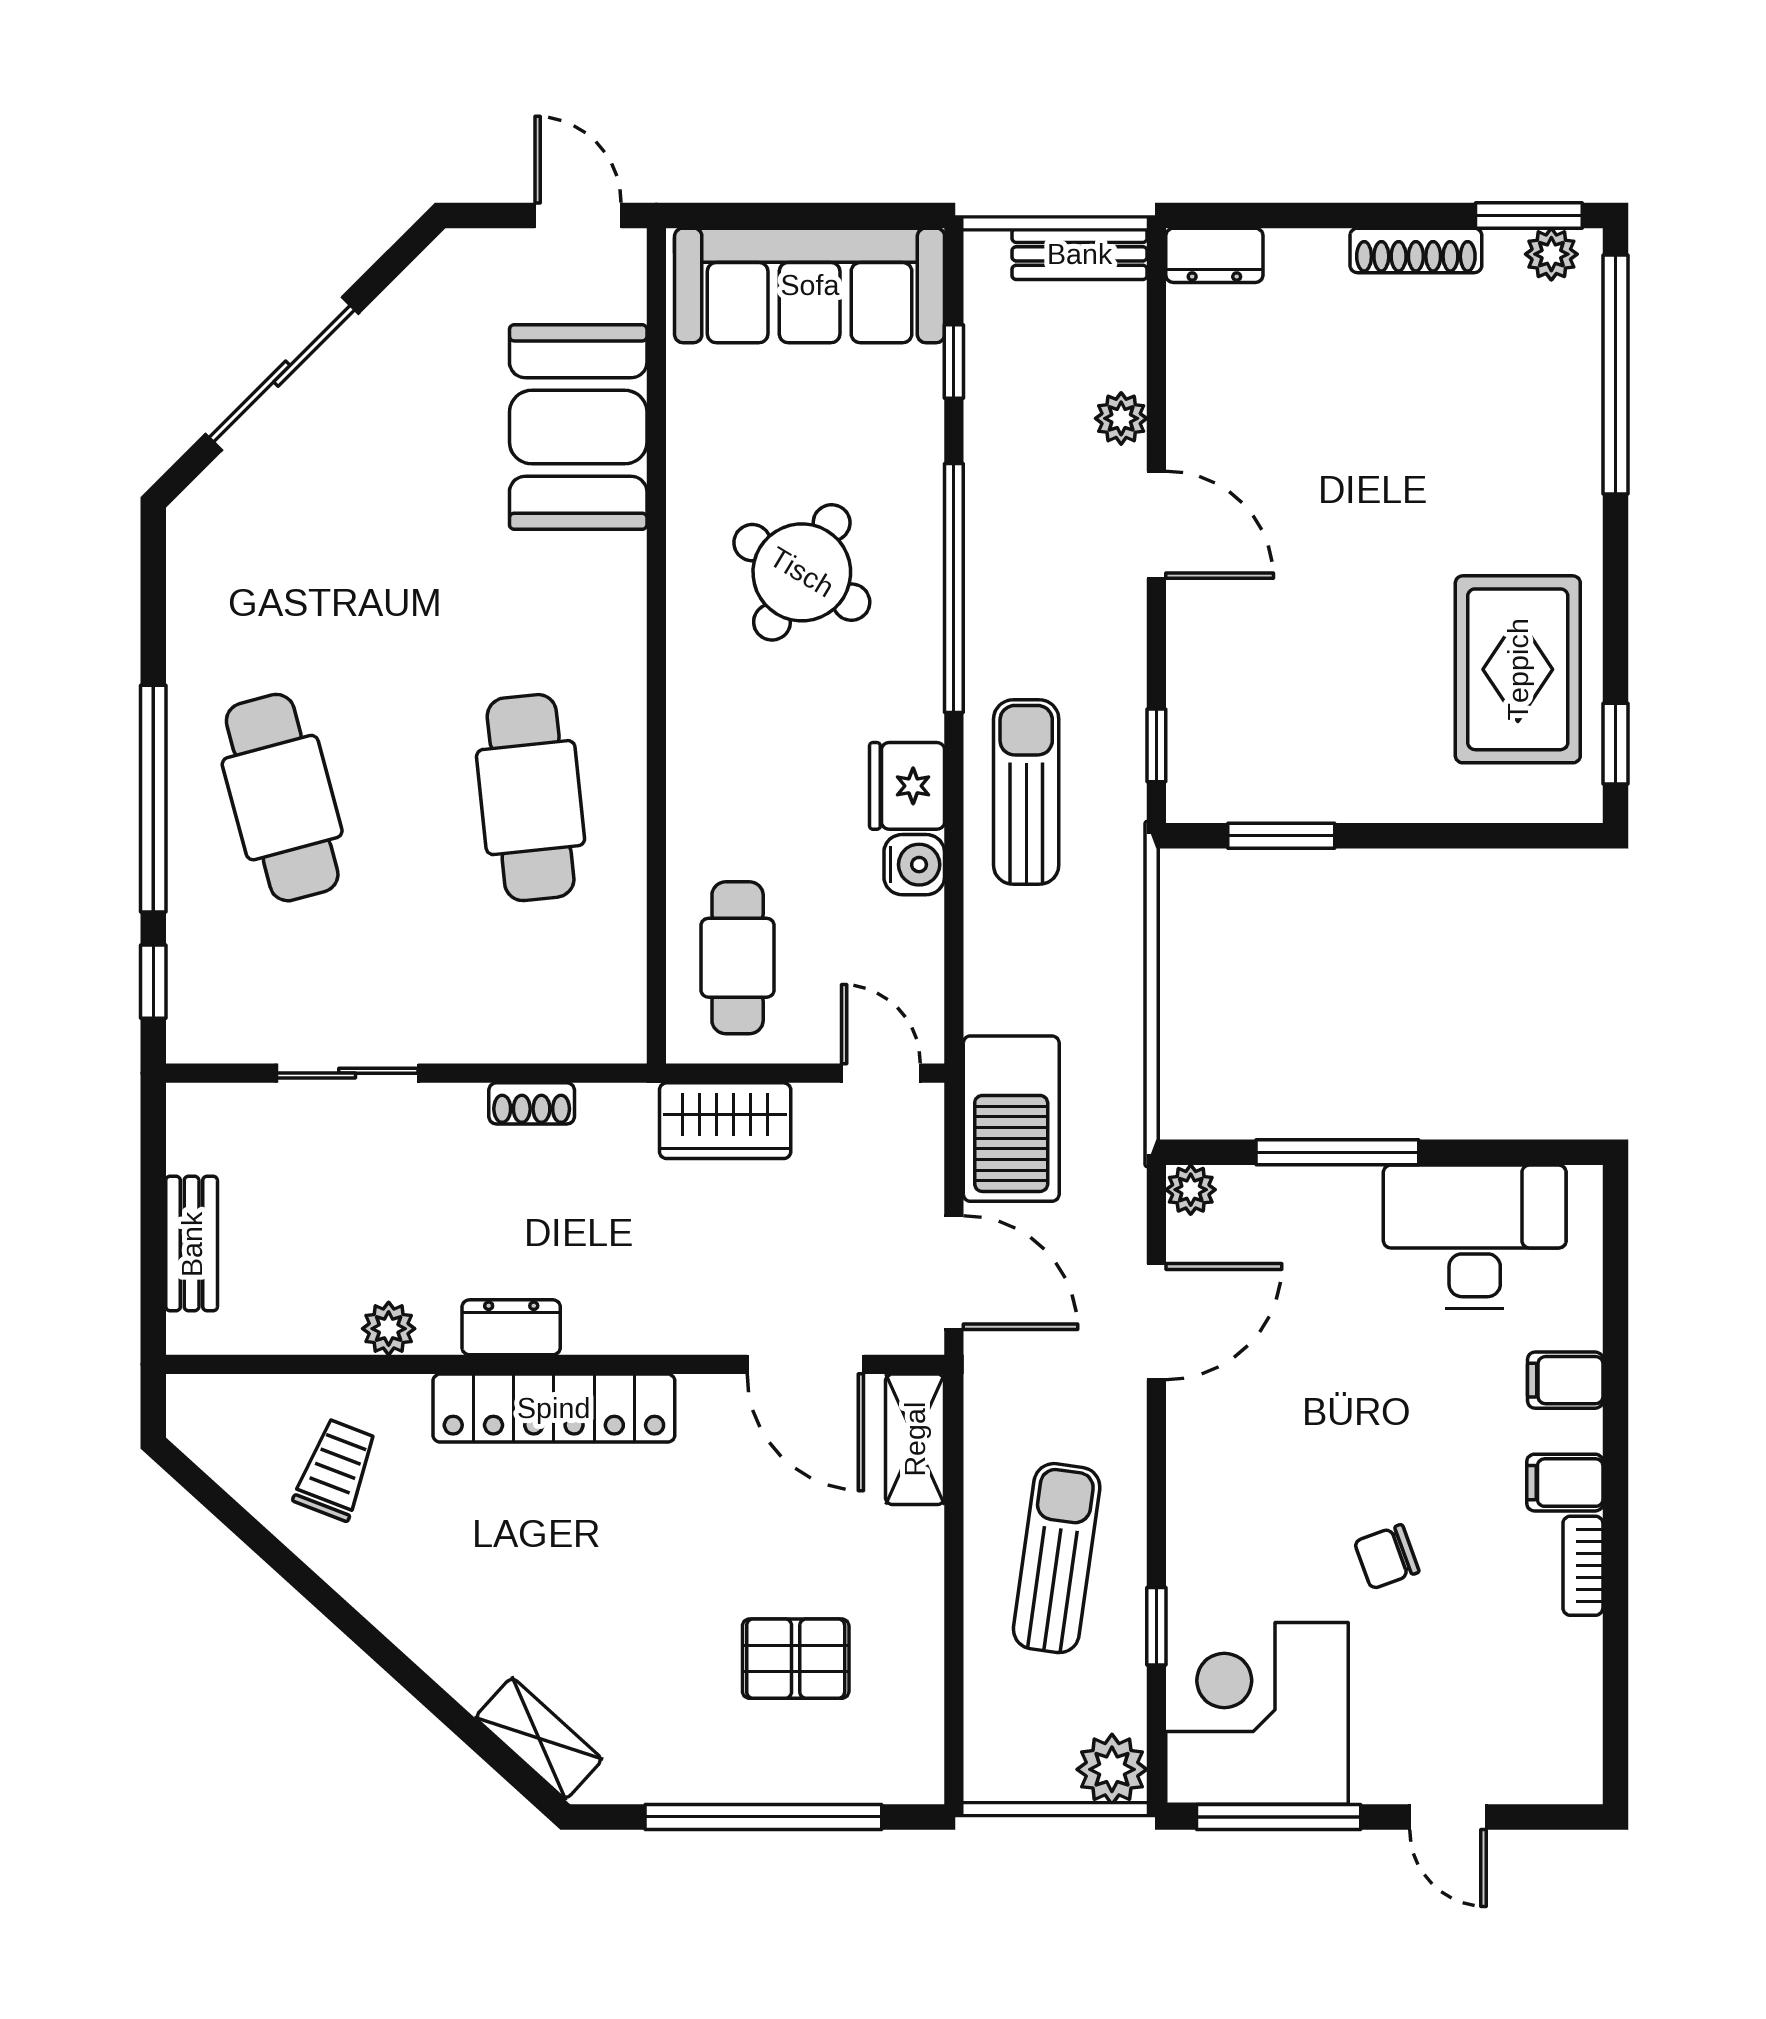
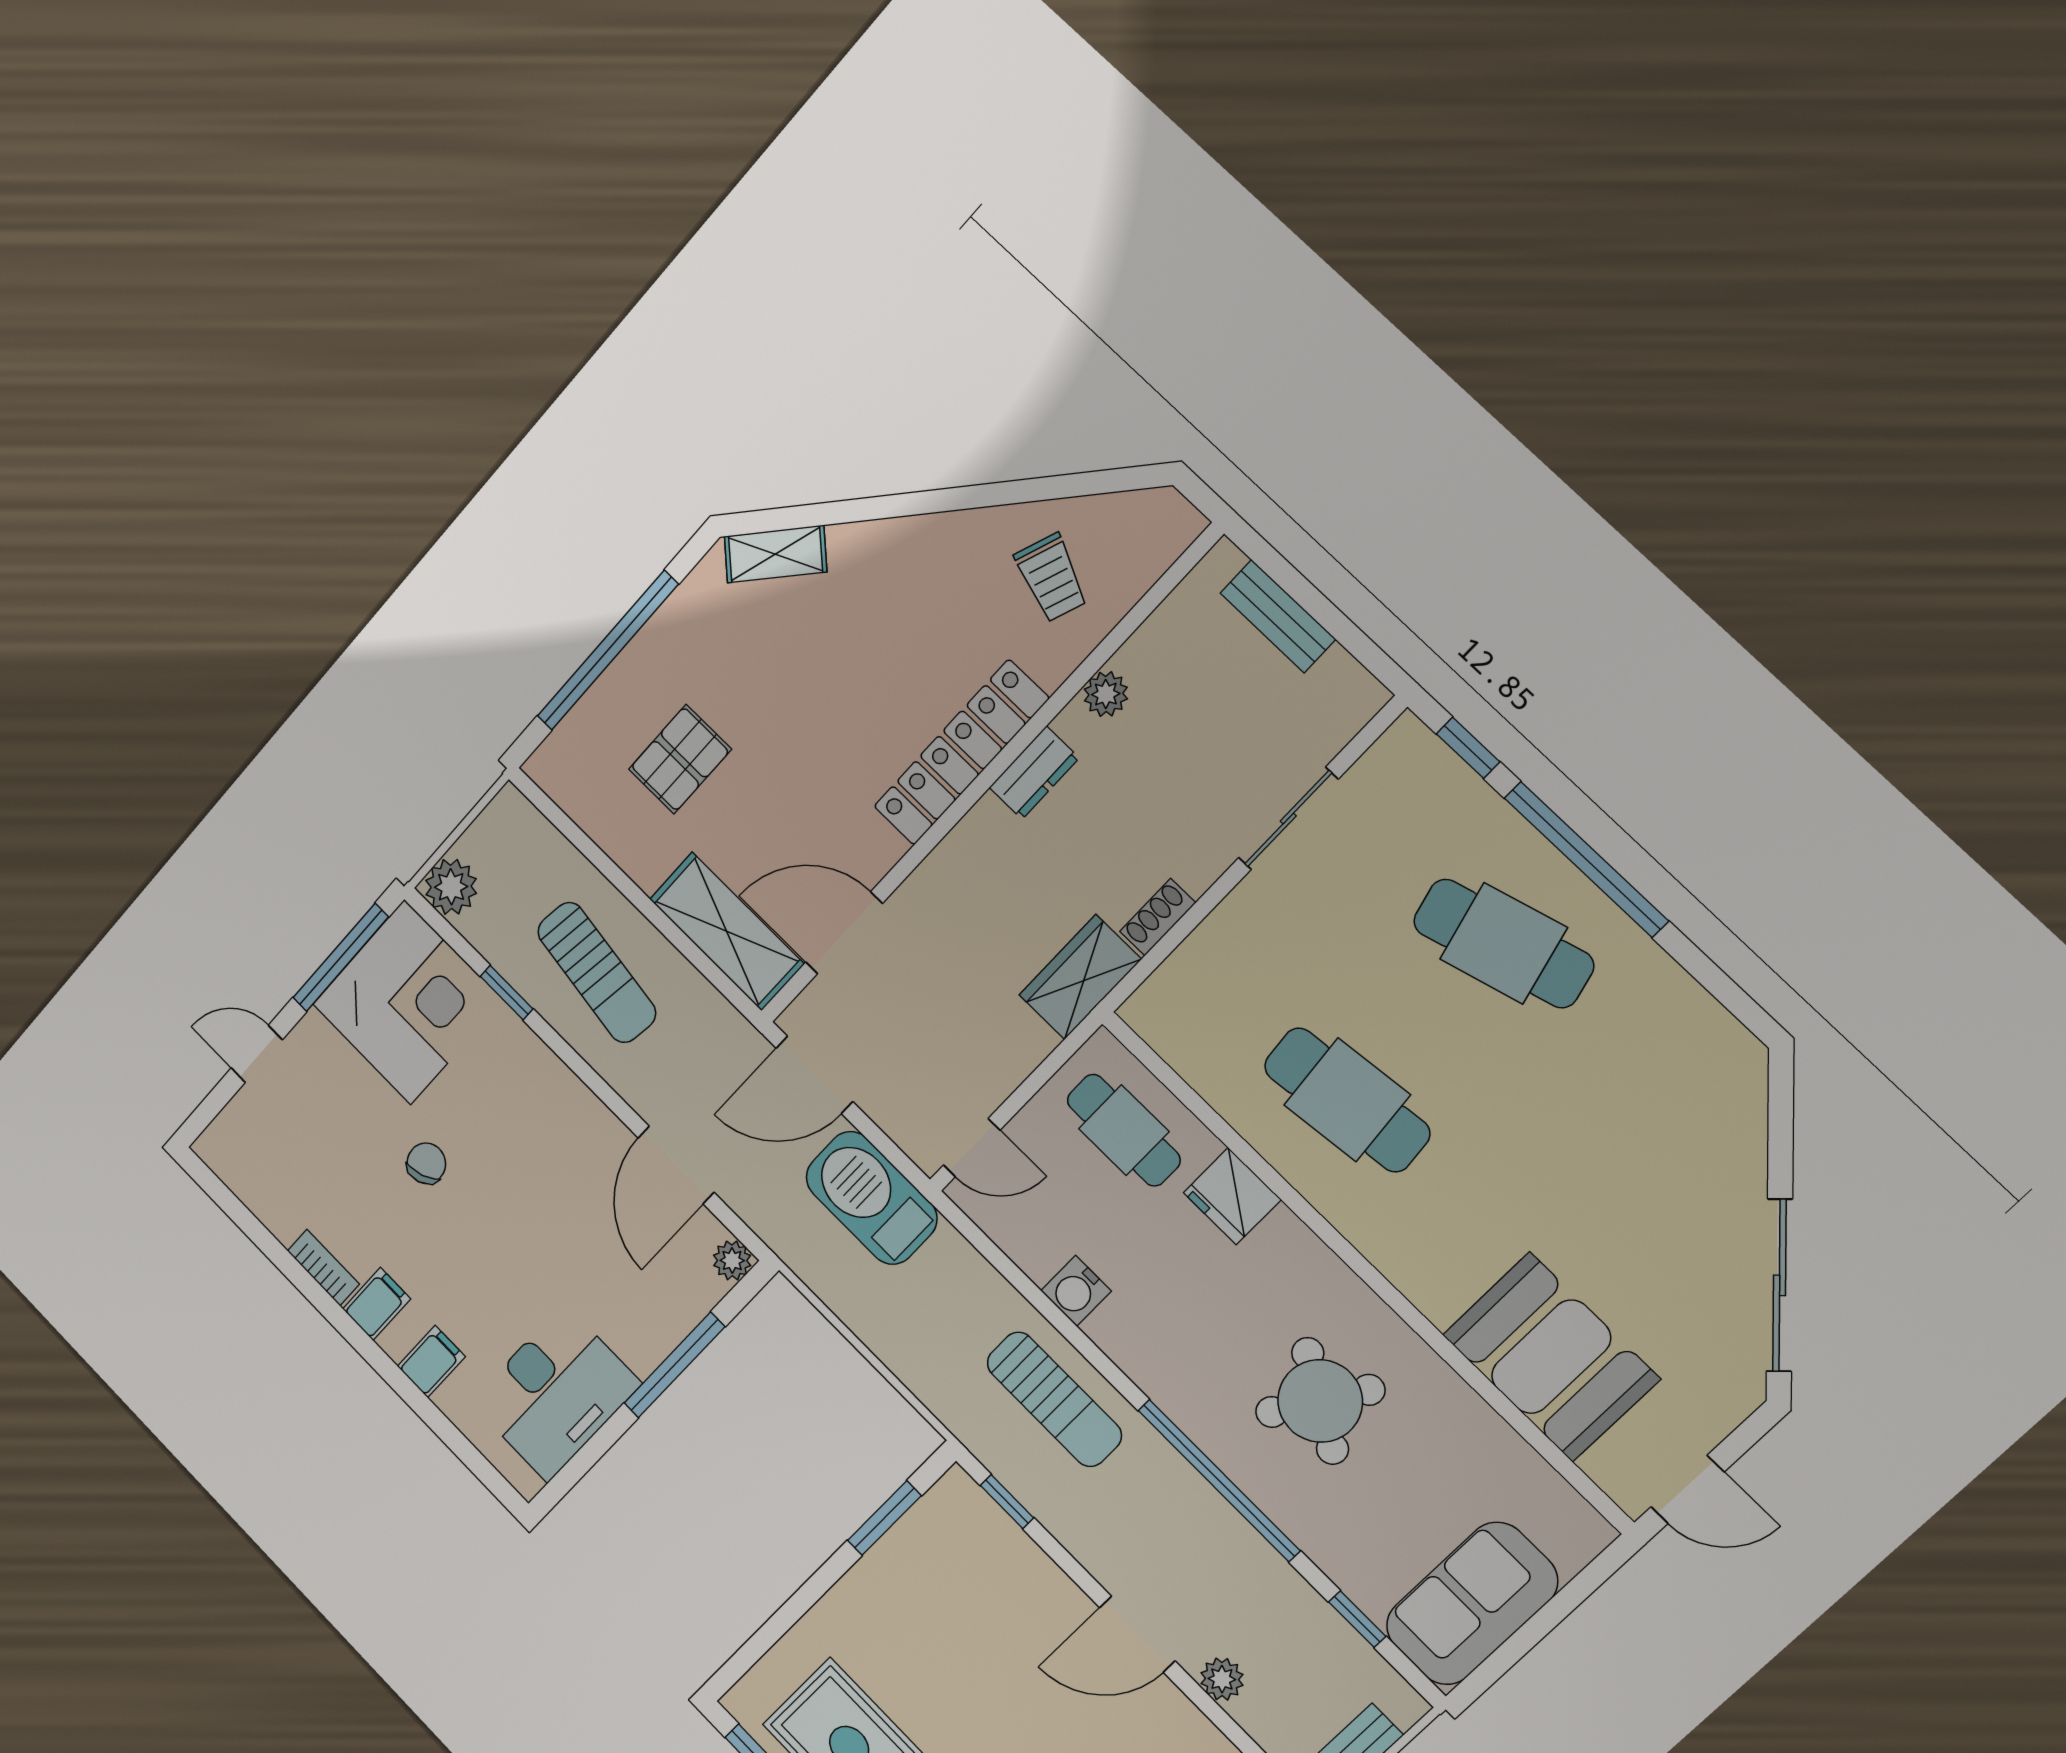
sofa: (810, 285) -> (1472, 1604), width x0.73
sliding door: (282, 374) -> (1779, 1285), moved
fridge: (907, 786) -> (1232, 1196), moved, turned 180
wardrobe: (725, 1121) -> (1080, 977), moved
shelving: (915, 1439) -> (727, 931), width x1.50, depth x1.33

